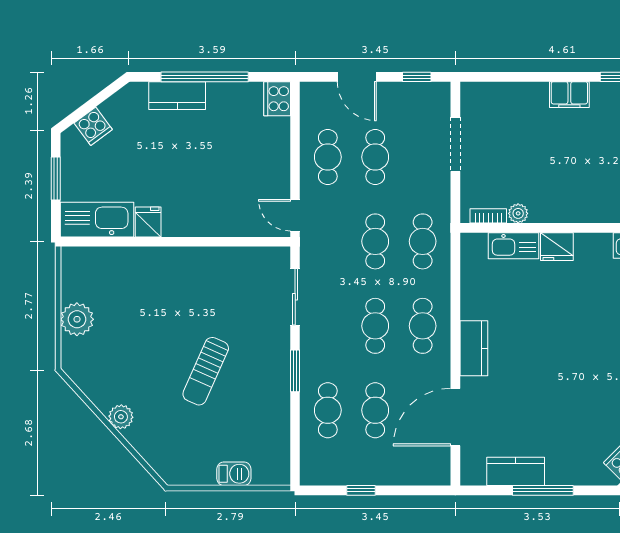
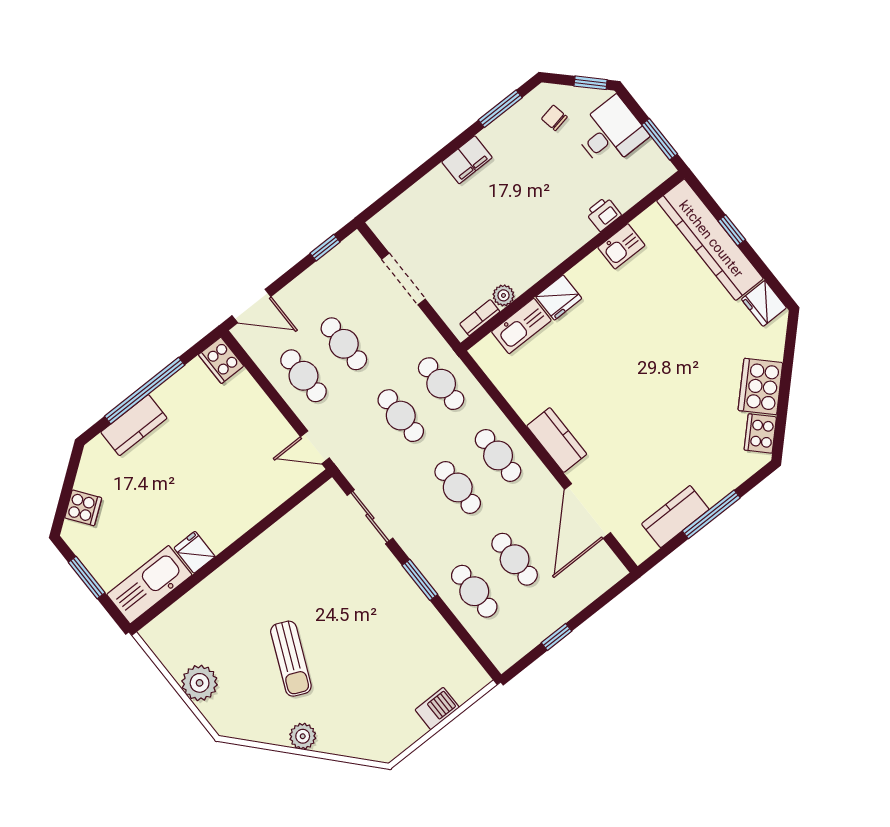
door: (357, 77) -> (251, 306), moved
sun lounger: (206, 371) -> (291, 659), moved

